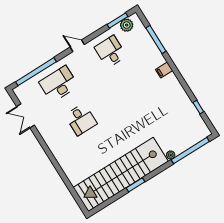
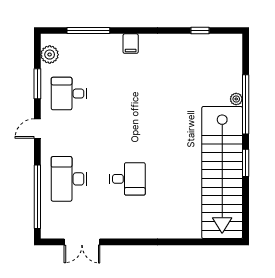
window: (117, 21) -> (37, 84), moved
window: (190, 151) -> (246, 104), moved

